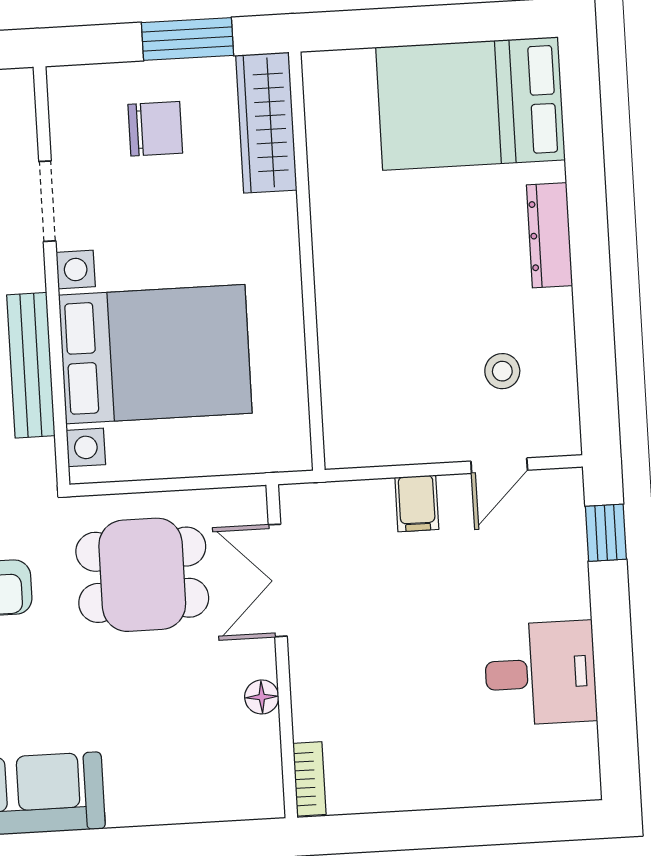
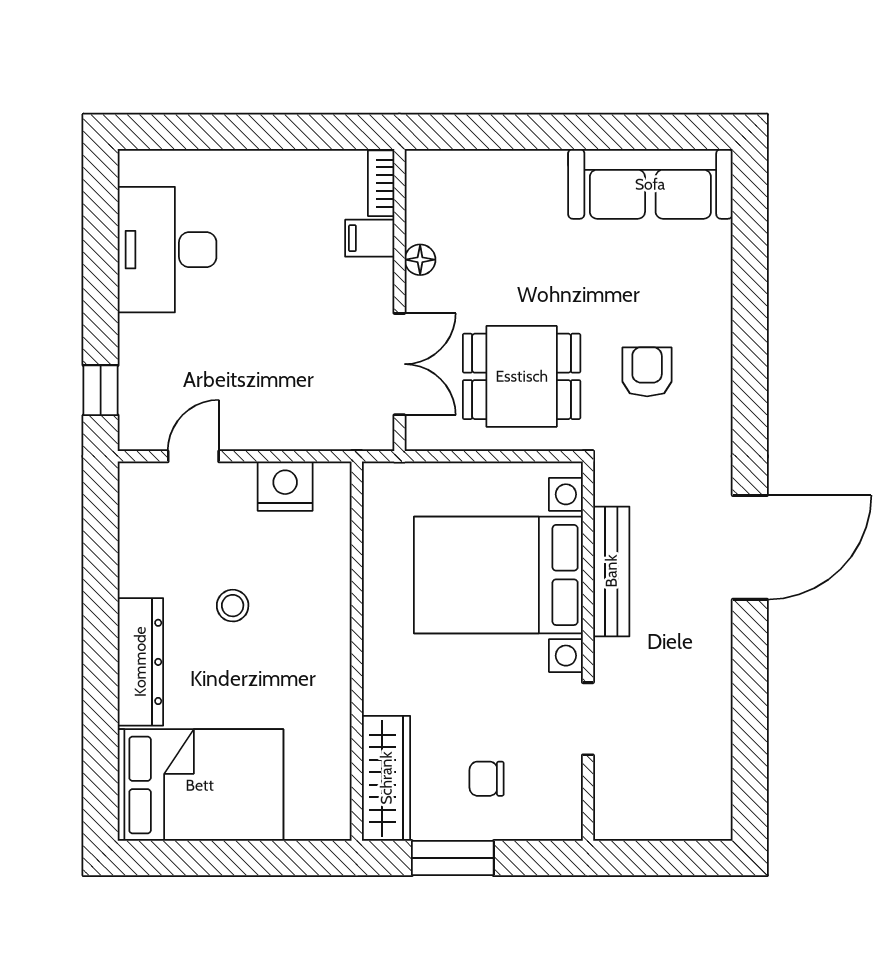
chair: (155, 129) -> (487, 779), width x0.73, depth x0.73
dresser: (550, 235) -> (140, 662), width x1.37, depth x1.24
stool: (502, 371) -> (233, 606), moved
nightstand: (396, 439) -> (285, 486), added
filing cabinet: (417, 503) -> (370, 238), moved, turned -90
desk: (540, 673) -> (167, 250), width x1.37

